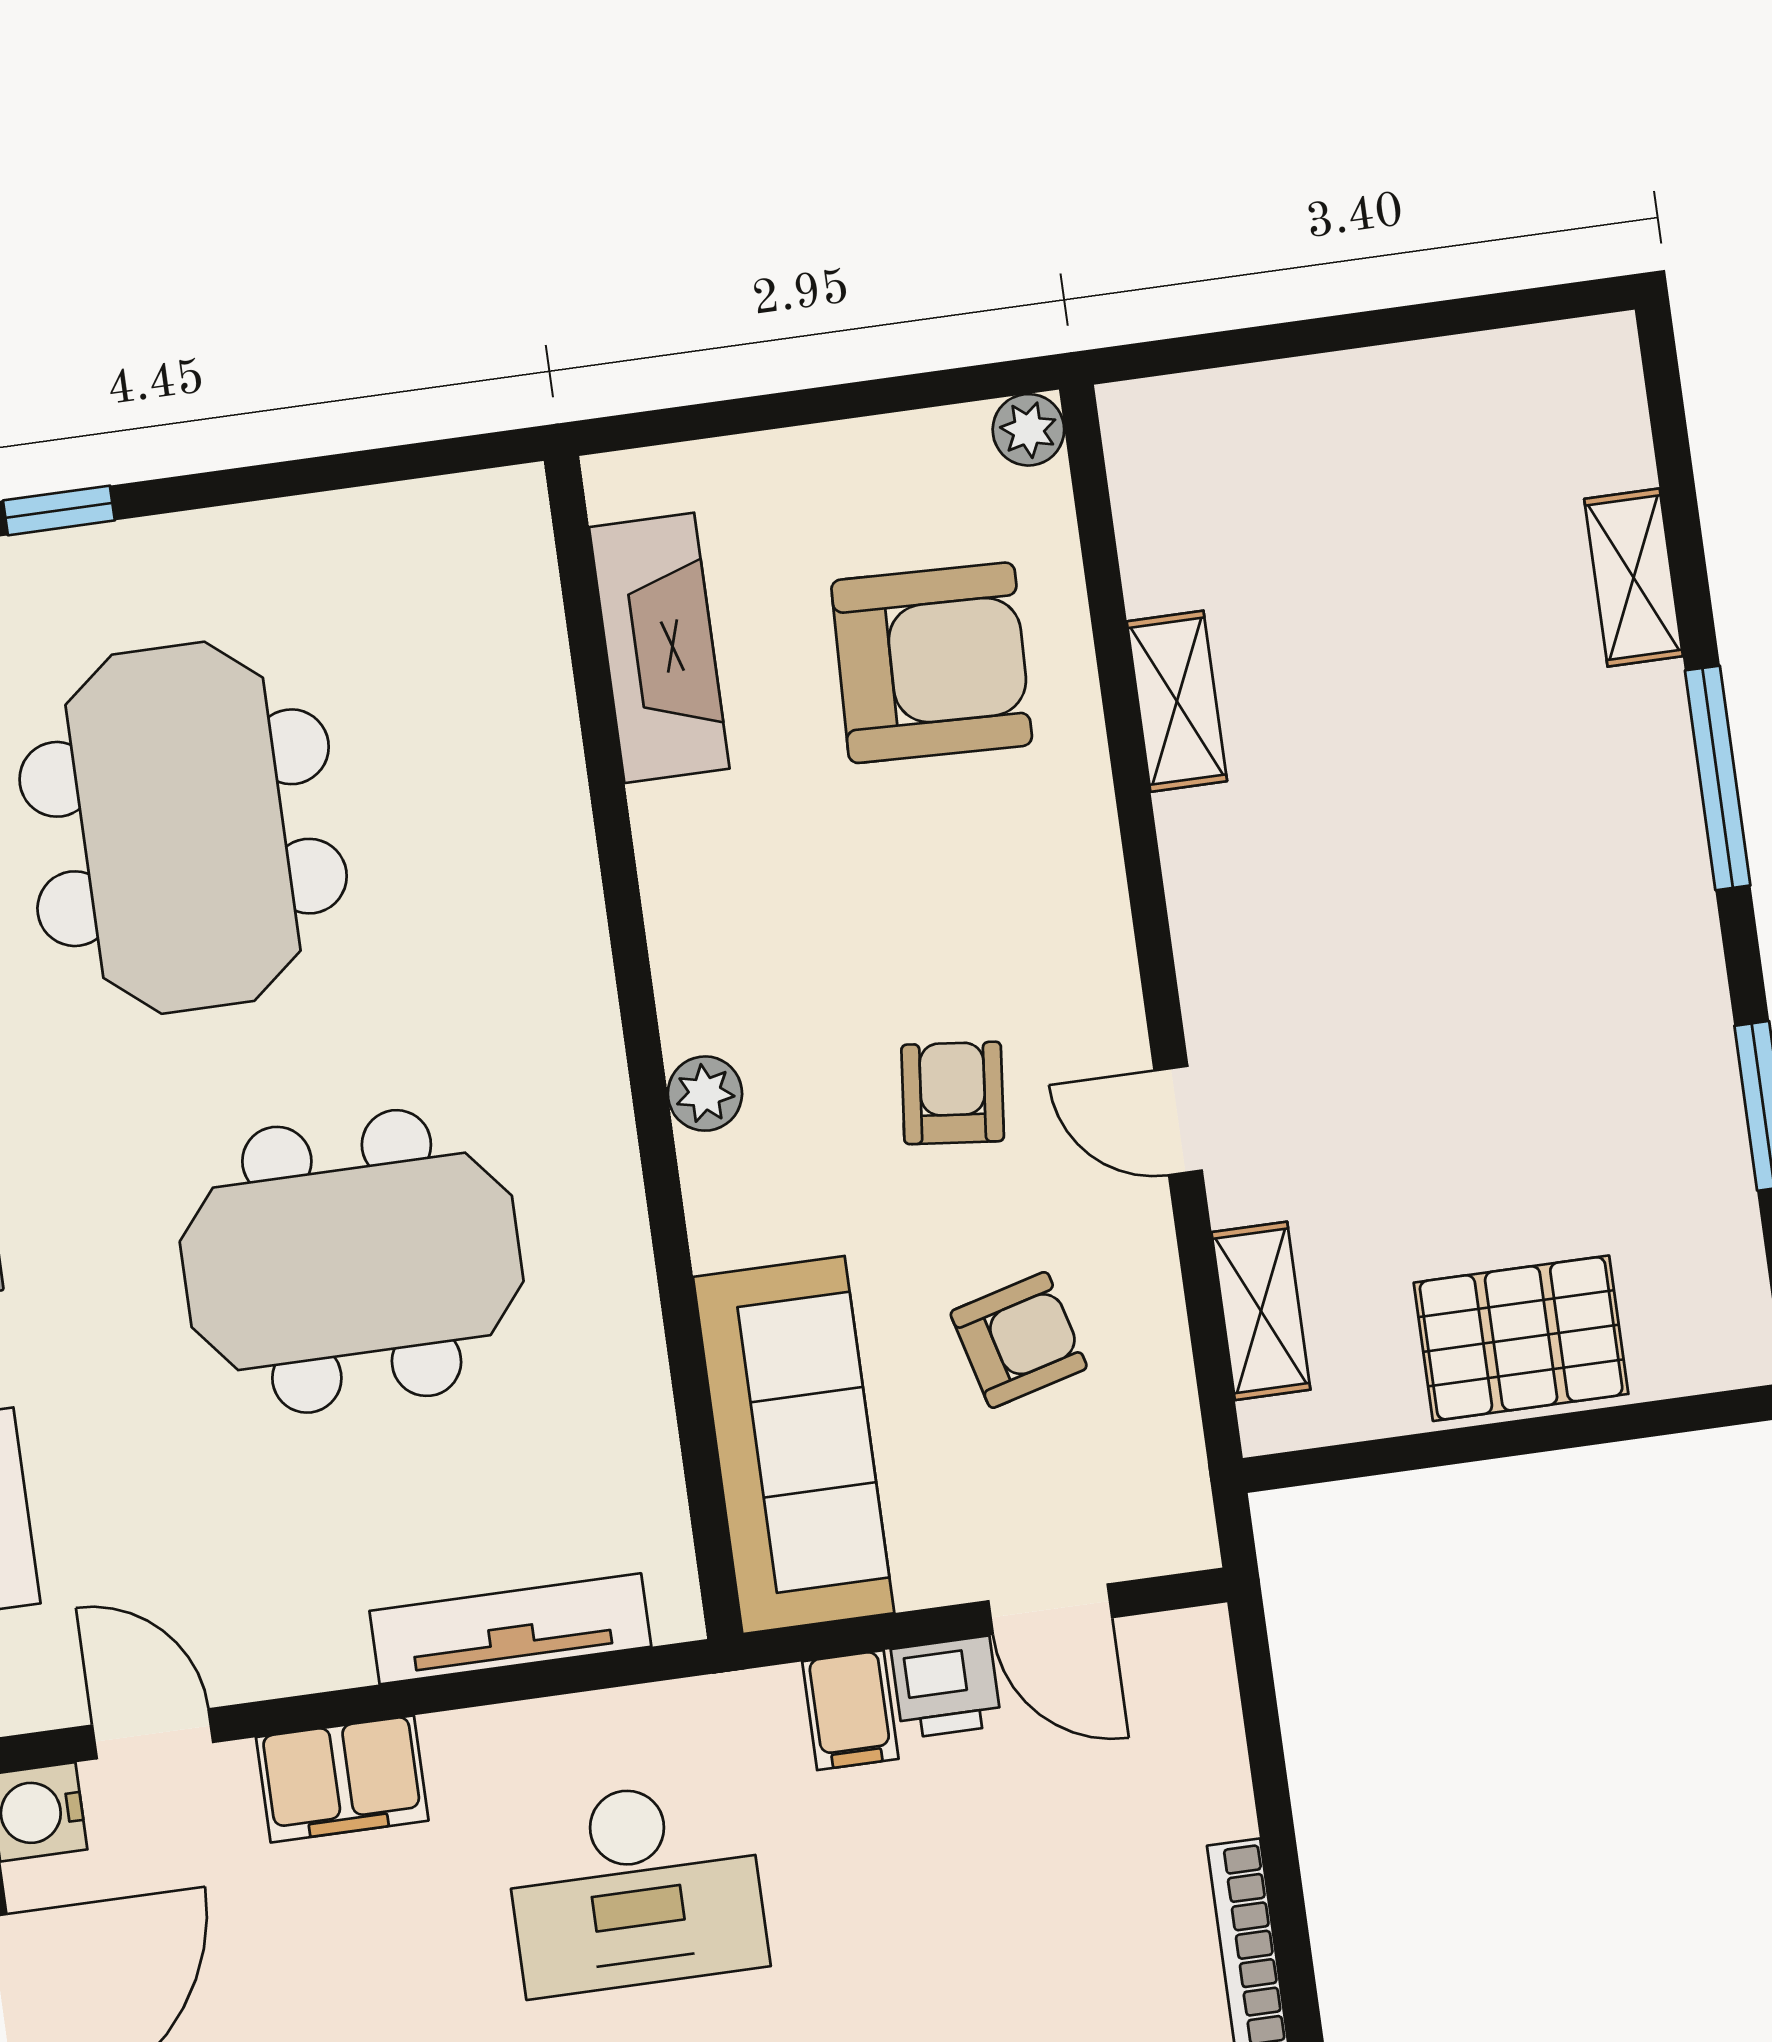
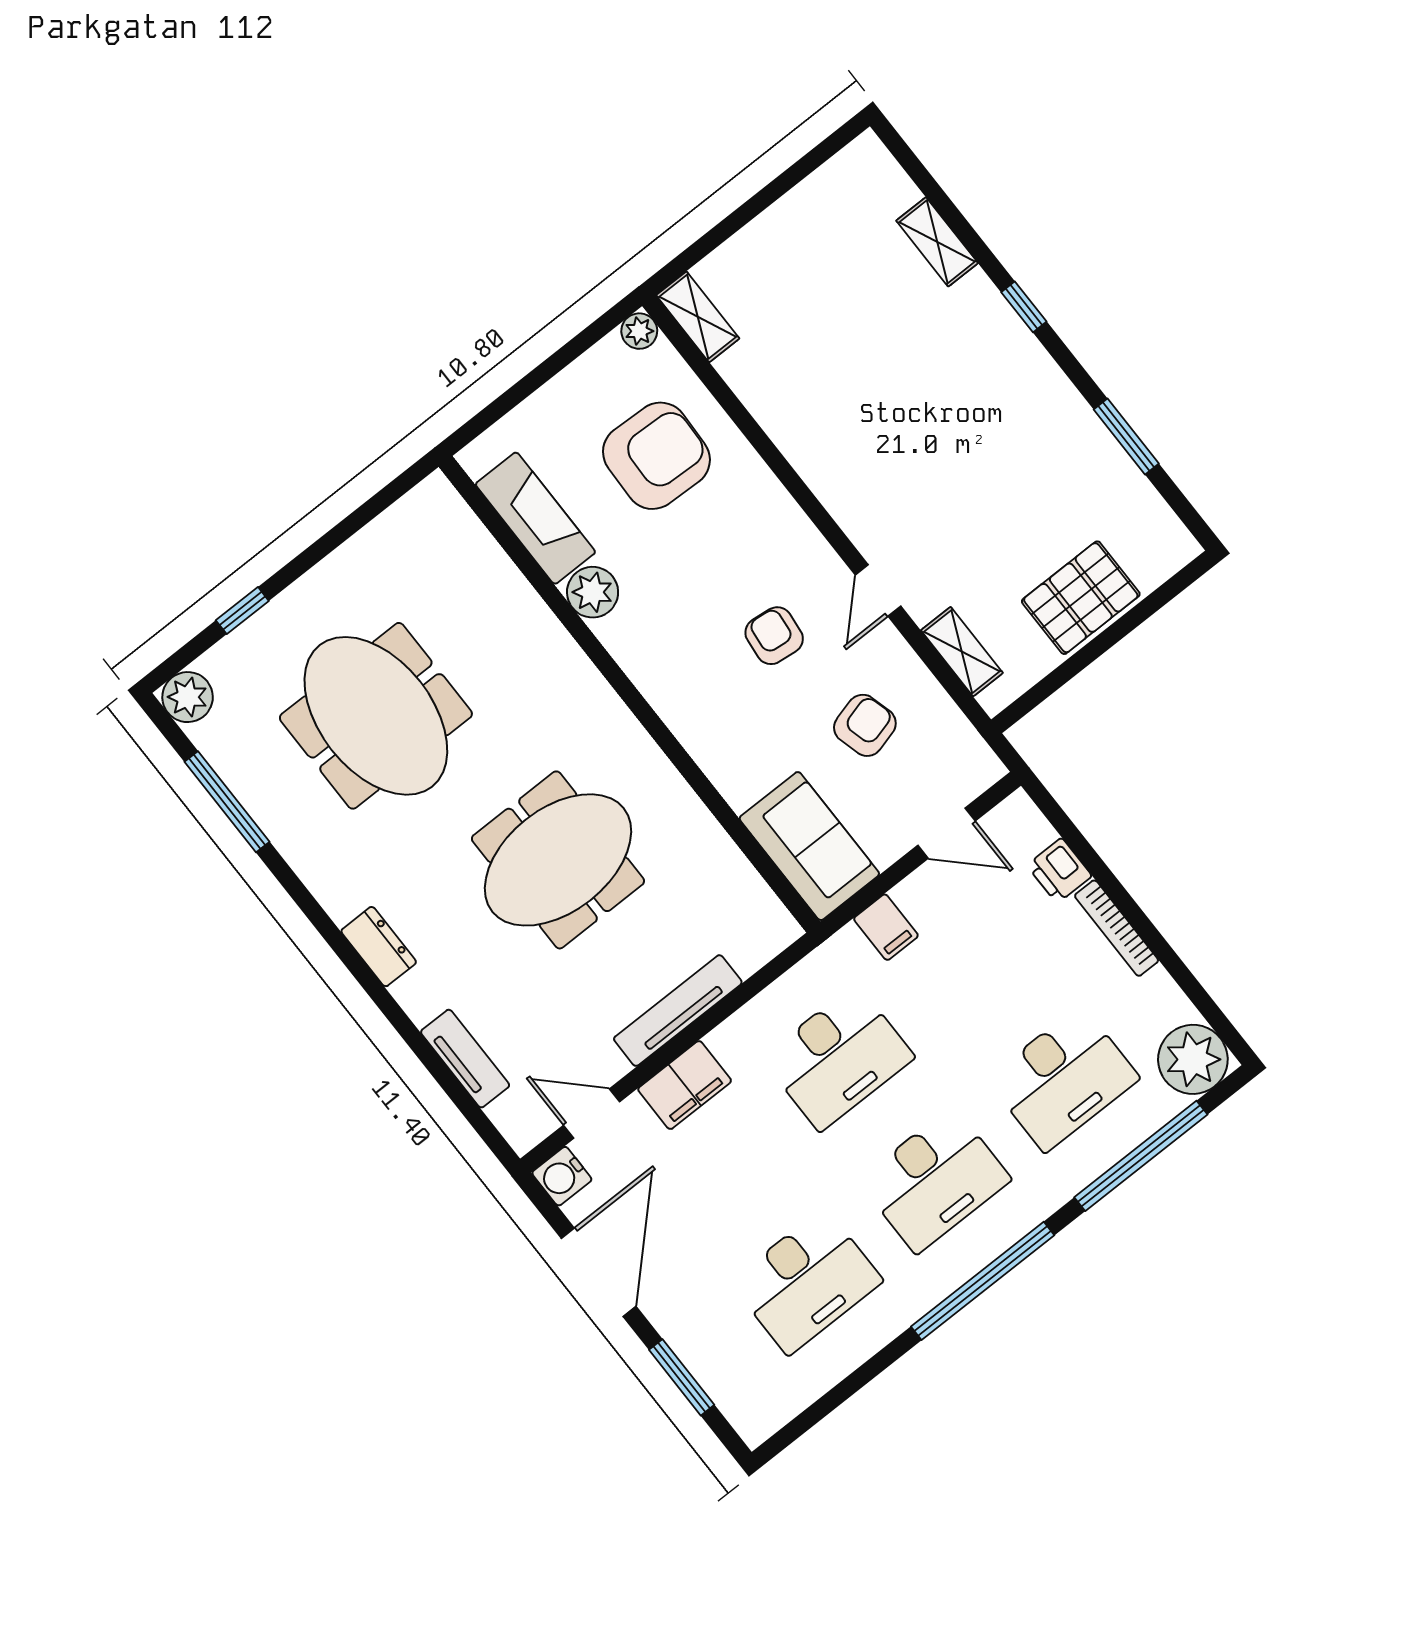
shelving: (1177, 701) -> (698, 317), moved
window: (1718, 778) -> (1024, 307), width x0.46
plant: (705, 1094) -> (593, 592), moved, width x1.38, depth x1.38
door: (1178, 1120) -> (878, 591), hinge flipped
sofa: (794, 1445) -> (809, 846), width x0.73
tv unit: (510, 1629) -> (678, 1011), moved
printer: (946, 1687) -> (1059, 871), moved, turned 90

